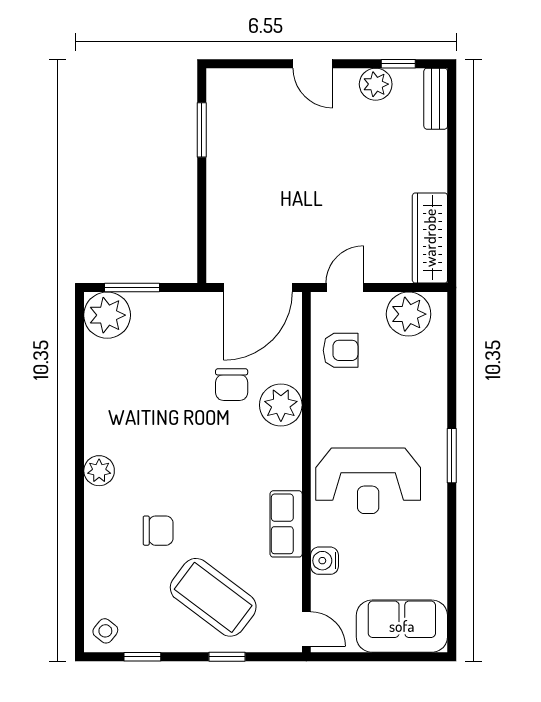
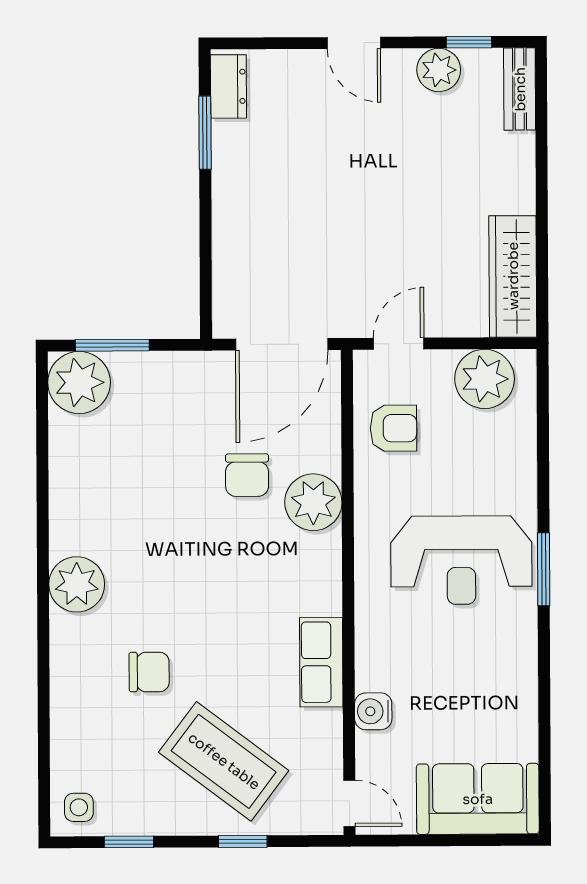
dresser: (219, 96) -> (228, 86), added
plant: (99, 471) -> (77, 584), width x1.36, depth x1.36
reception desk: (368, 481) -> (461, 560), moved
side table: (105, 631) -> (79, 807), turned -38

